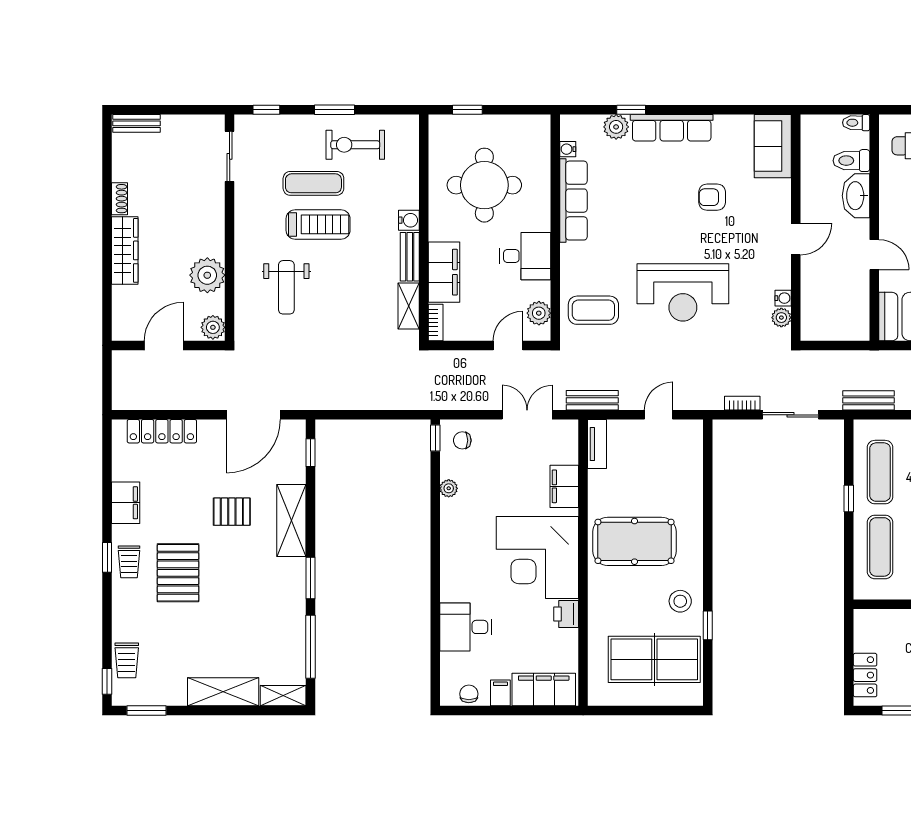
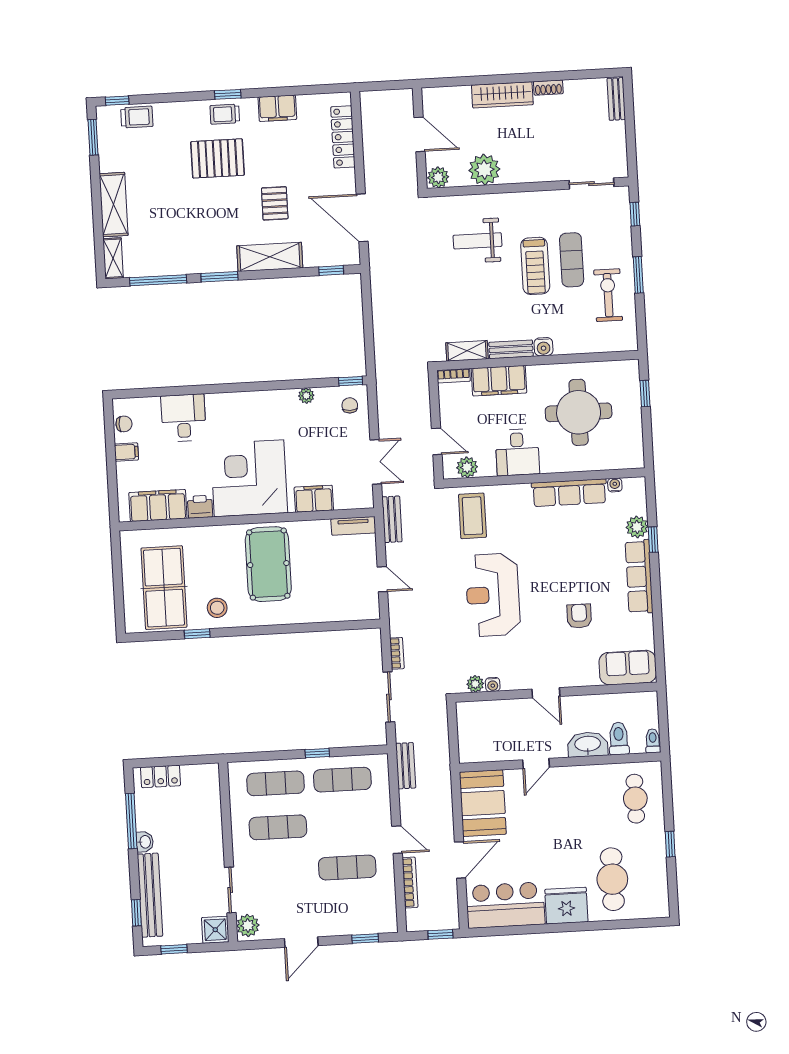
trolley: (127, 660) -> (137, 117), turned 180
filing cabinet: (544, 690) -> (158, 505), moved, turned -90

